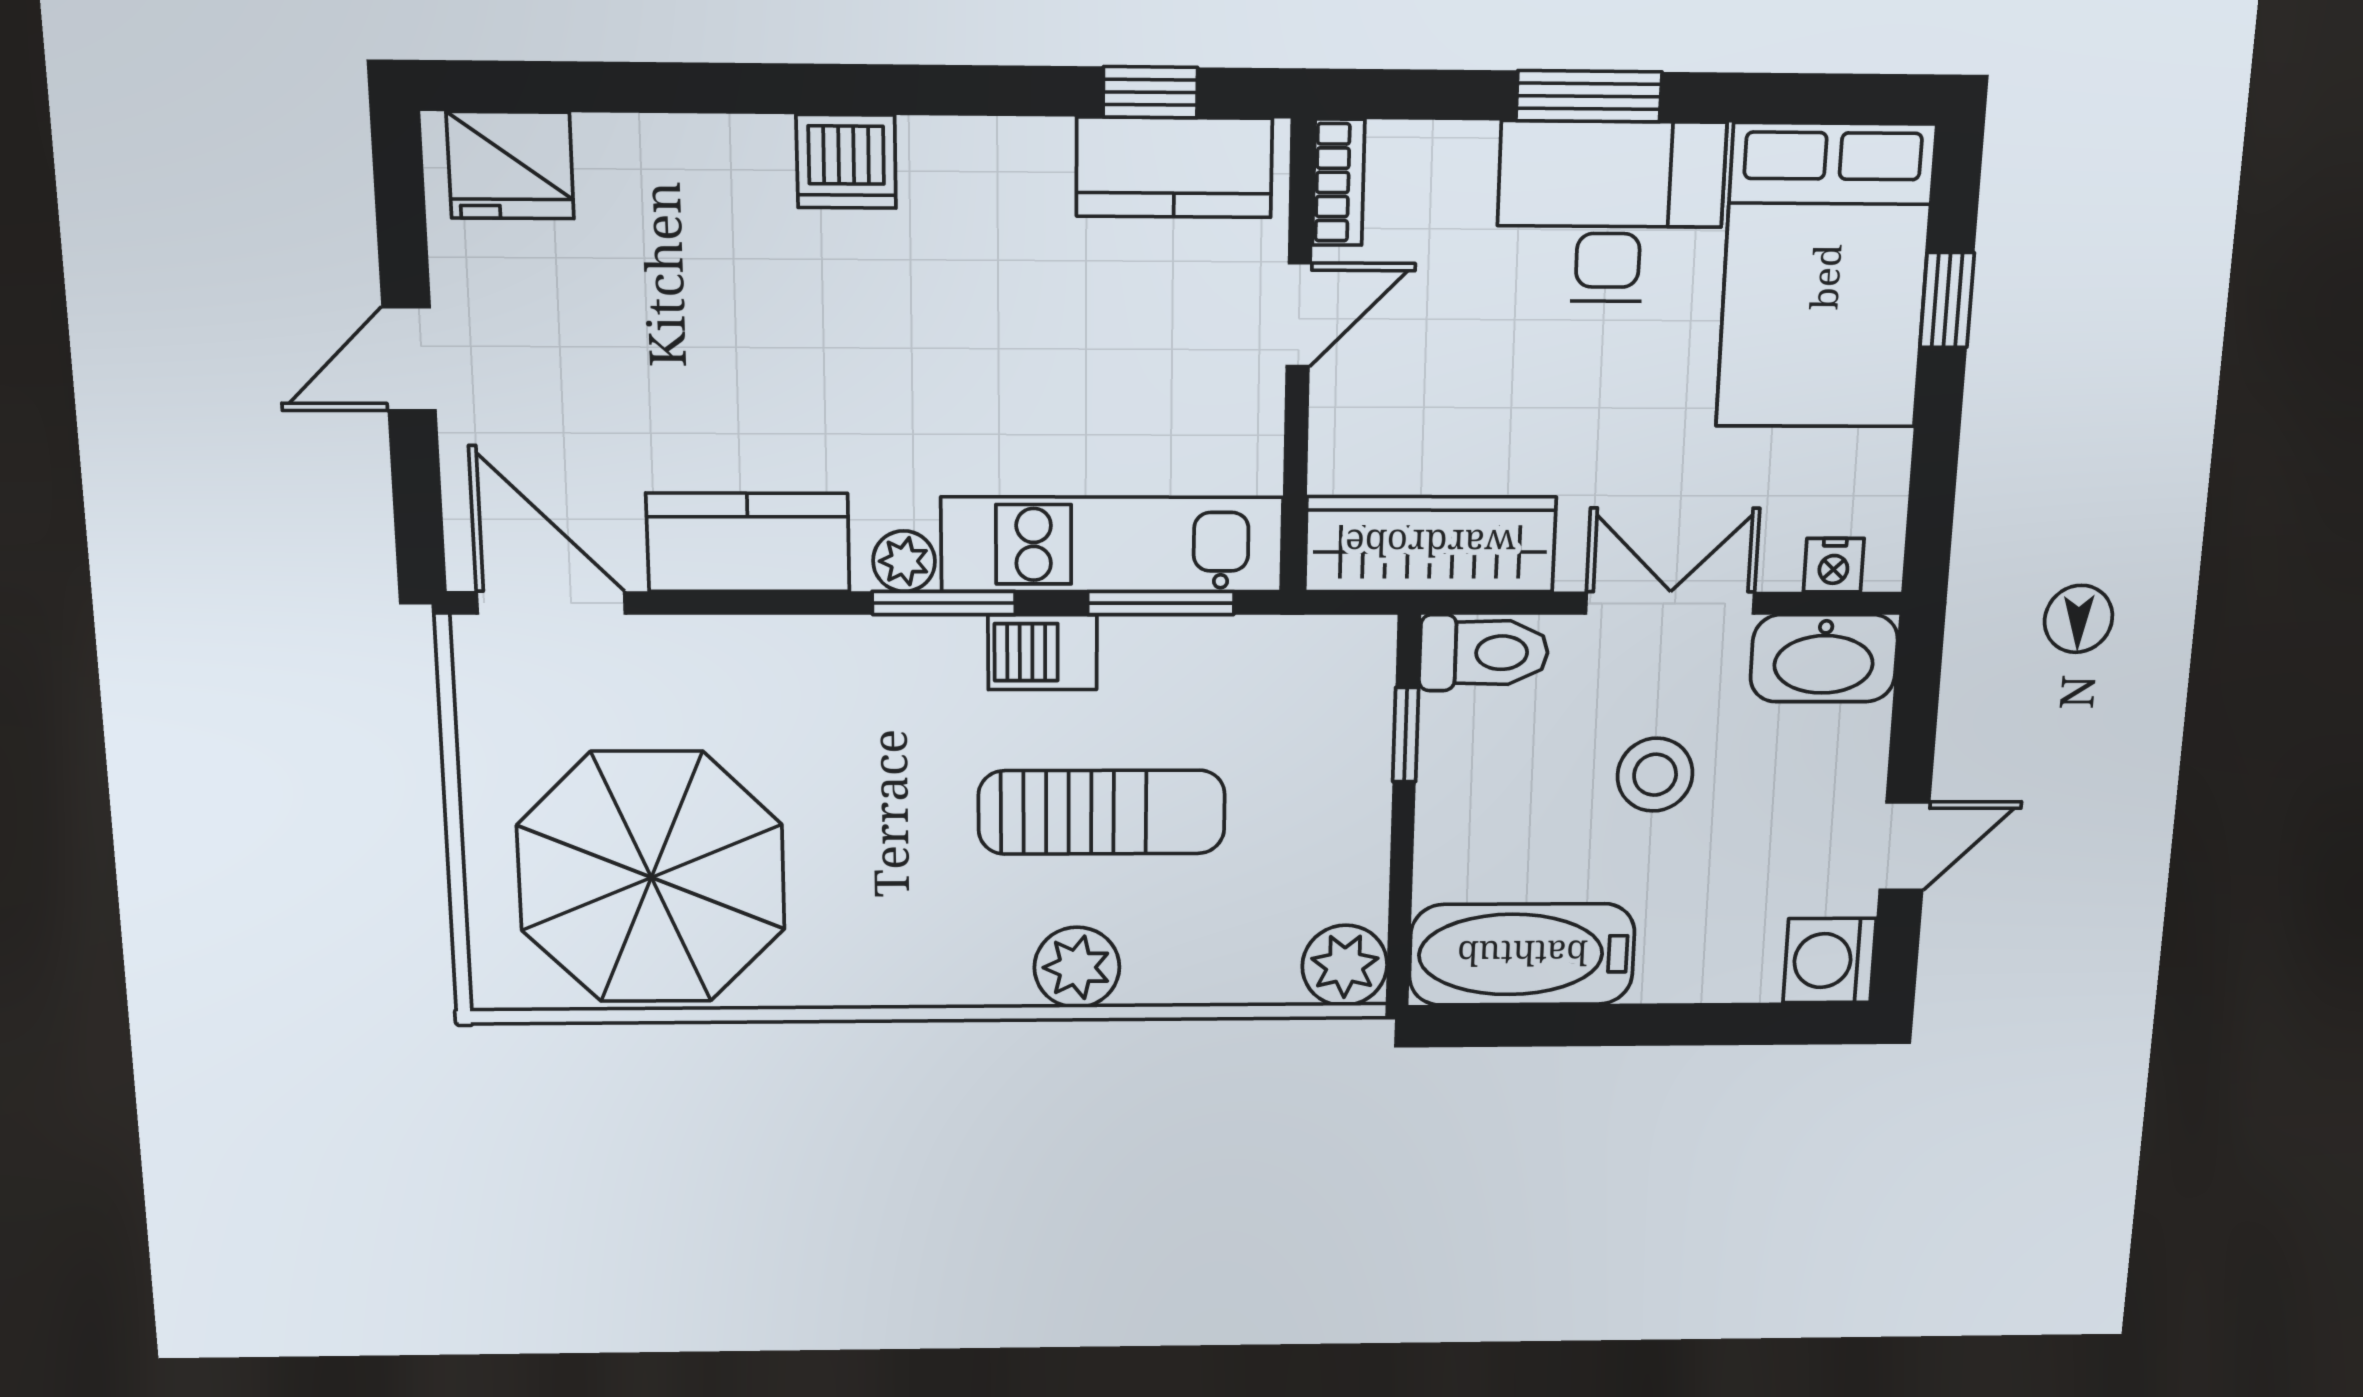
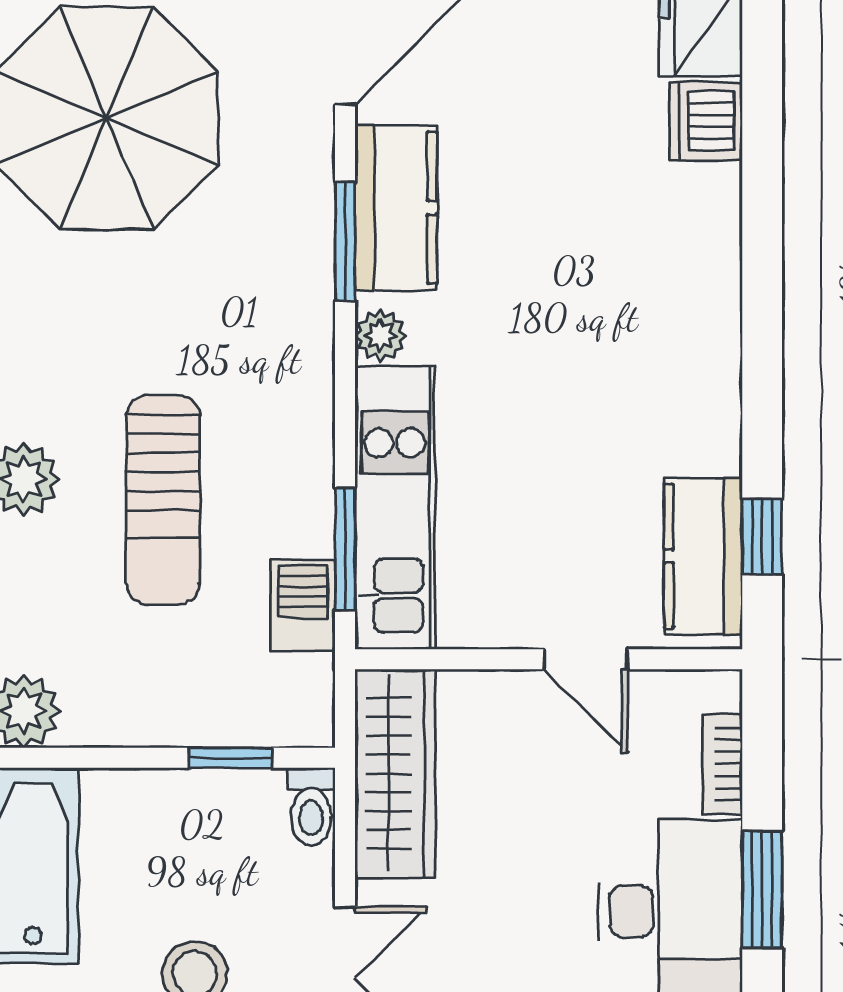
dishwasher: (846, 161) -> (706, 121), moved
bookcase: (1338, 182) -> (722, 764), moved, turned 90
window: (944, 603) -> (345, 241), moved
barbecue: (1042, 652) -> (303, 605), moved
toilet: (1484, 653) -> (311, 807), width x0.73, depth x0.72

